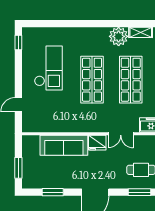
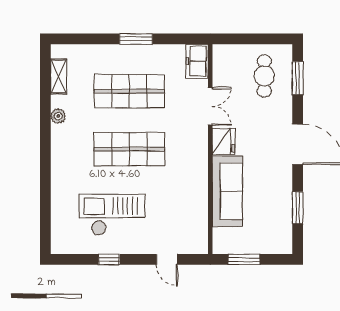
plant: (119, 36) -> (58, 116), width x0.53, depth x0.53
window: (18, 43) -> (109, 259), moved
window: (18, 168) -> (244, 259), moved

